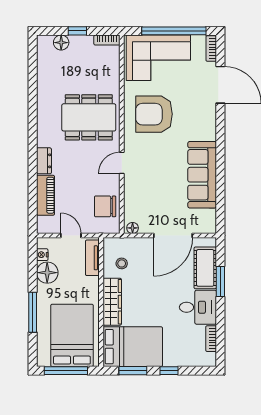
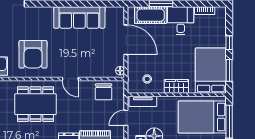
dining table: (89, 117) -> (35, 104), turned 90
wardrobe: (112, 302) -> (176, 86), width x0.67

